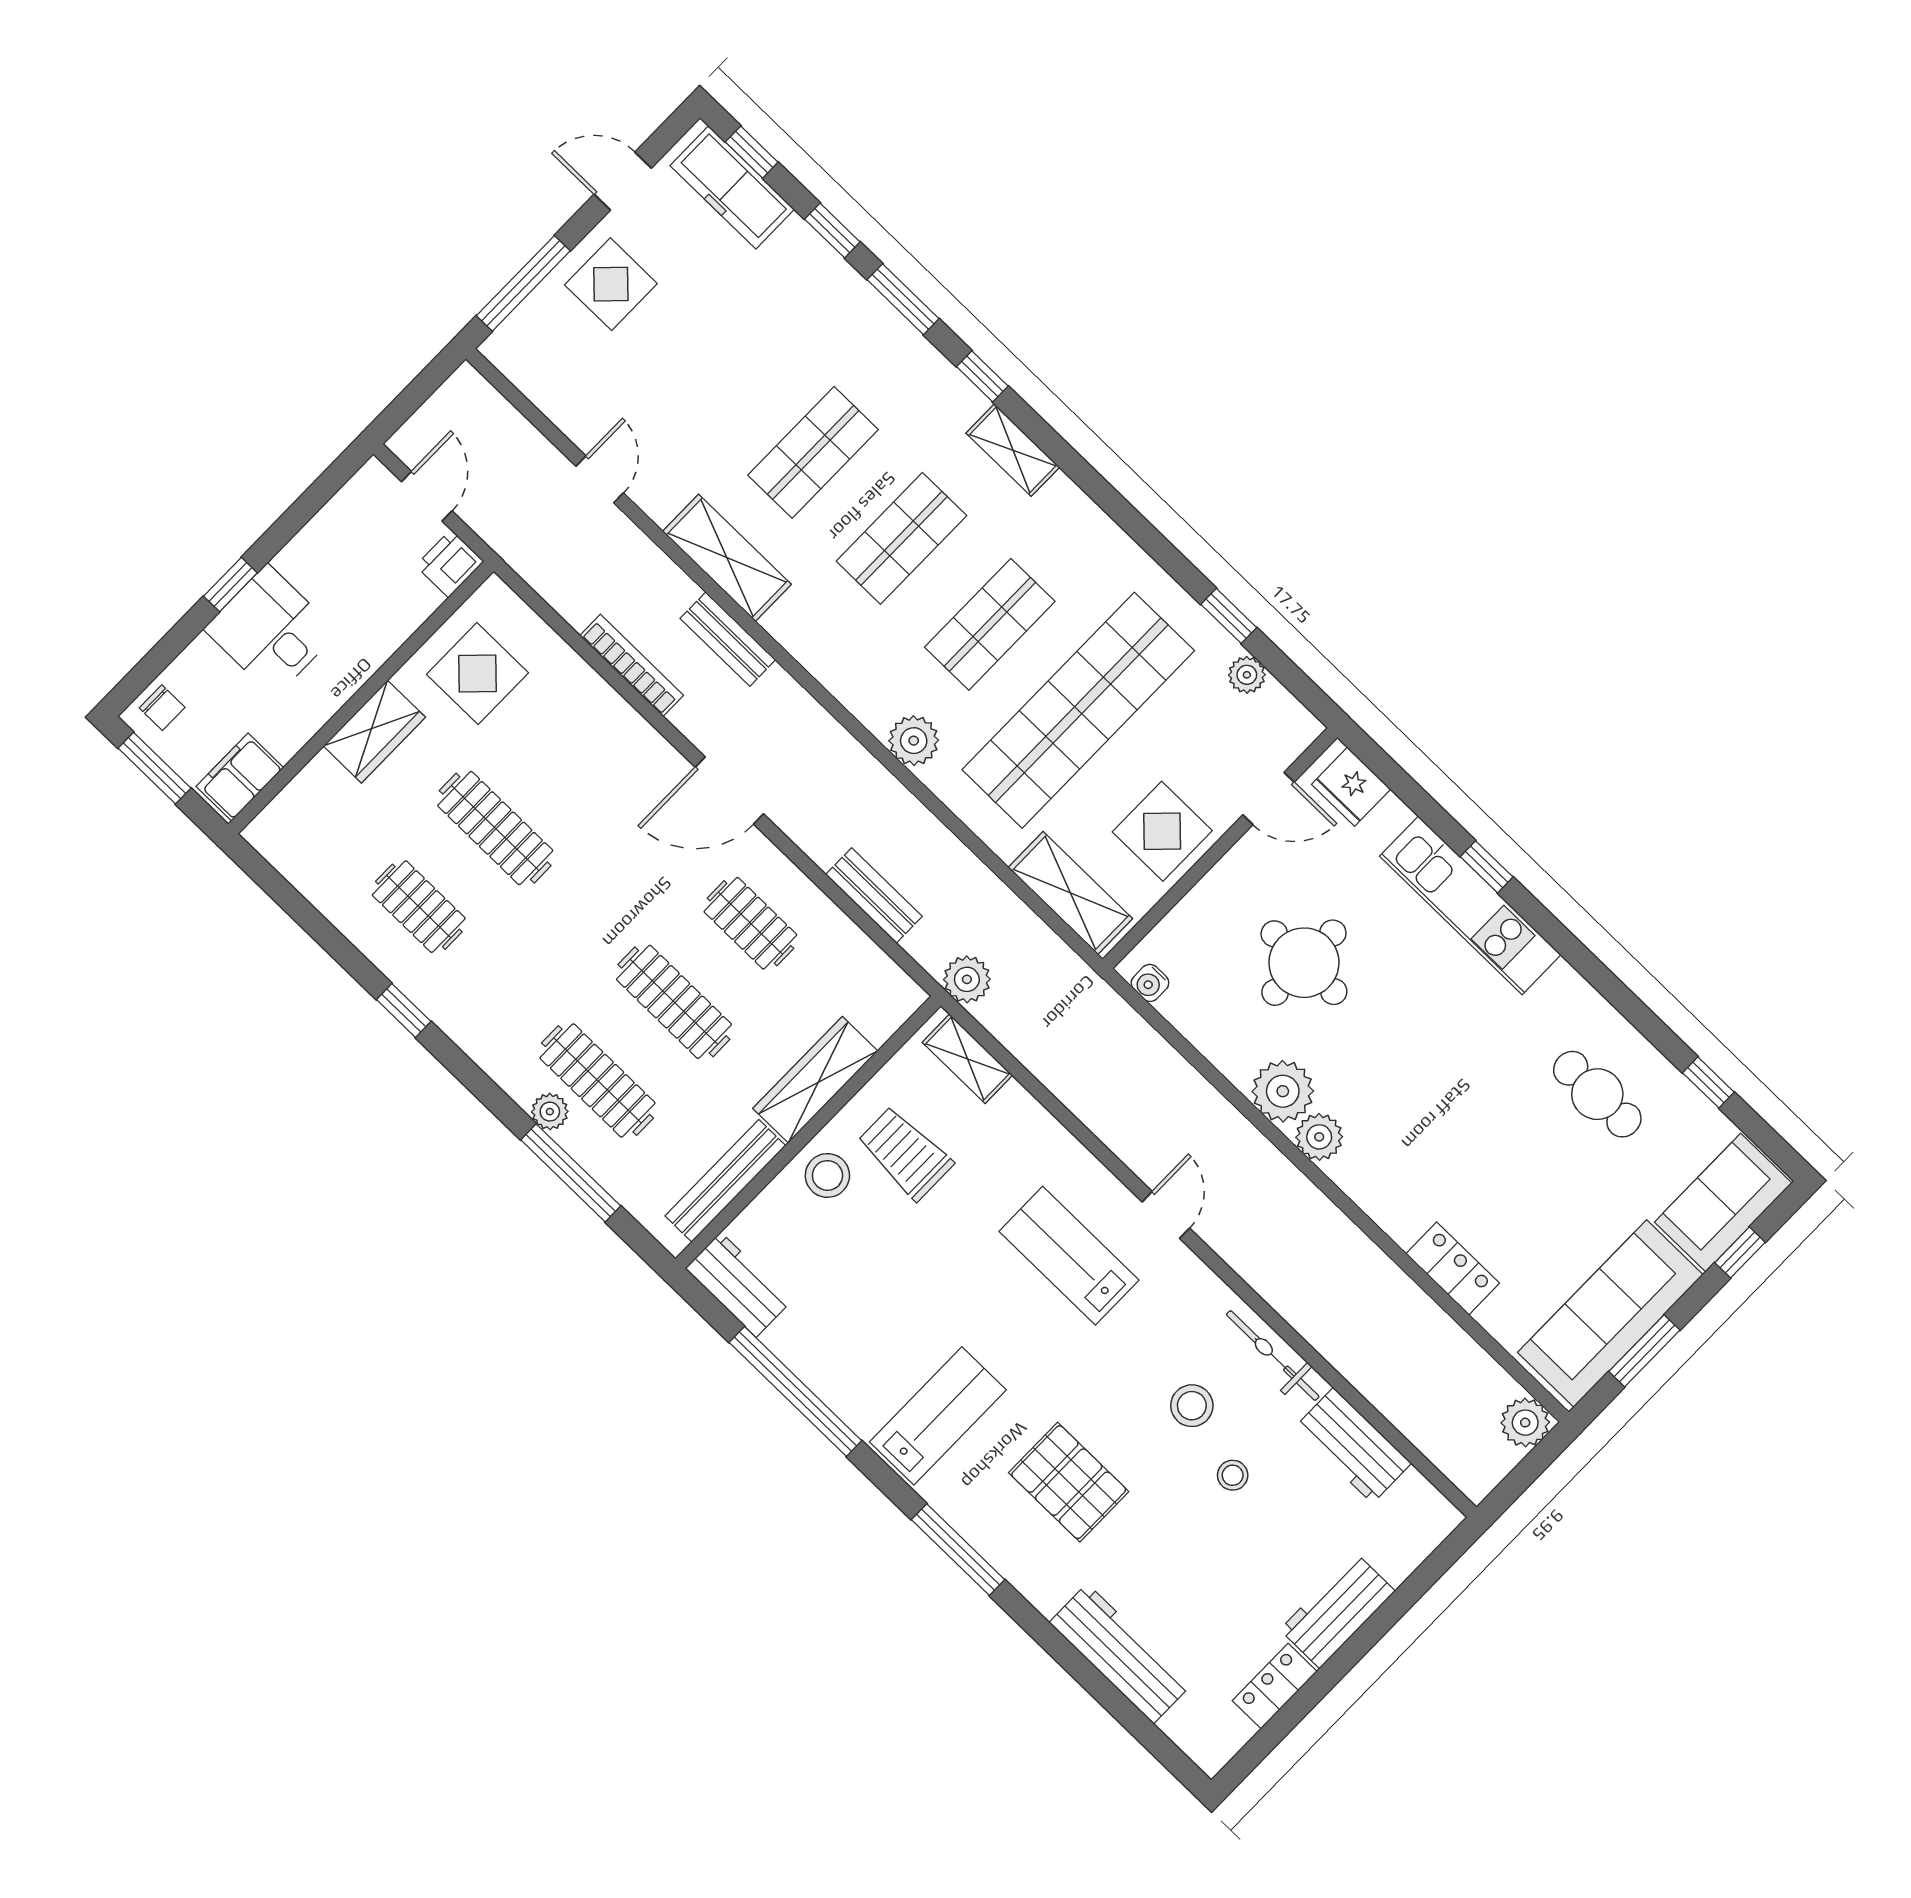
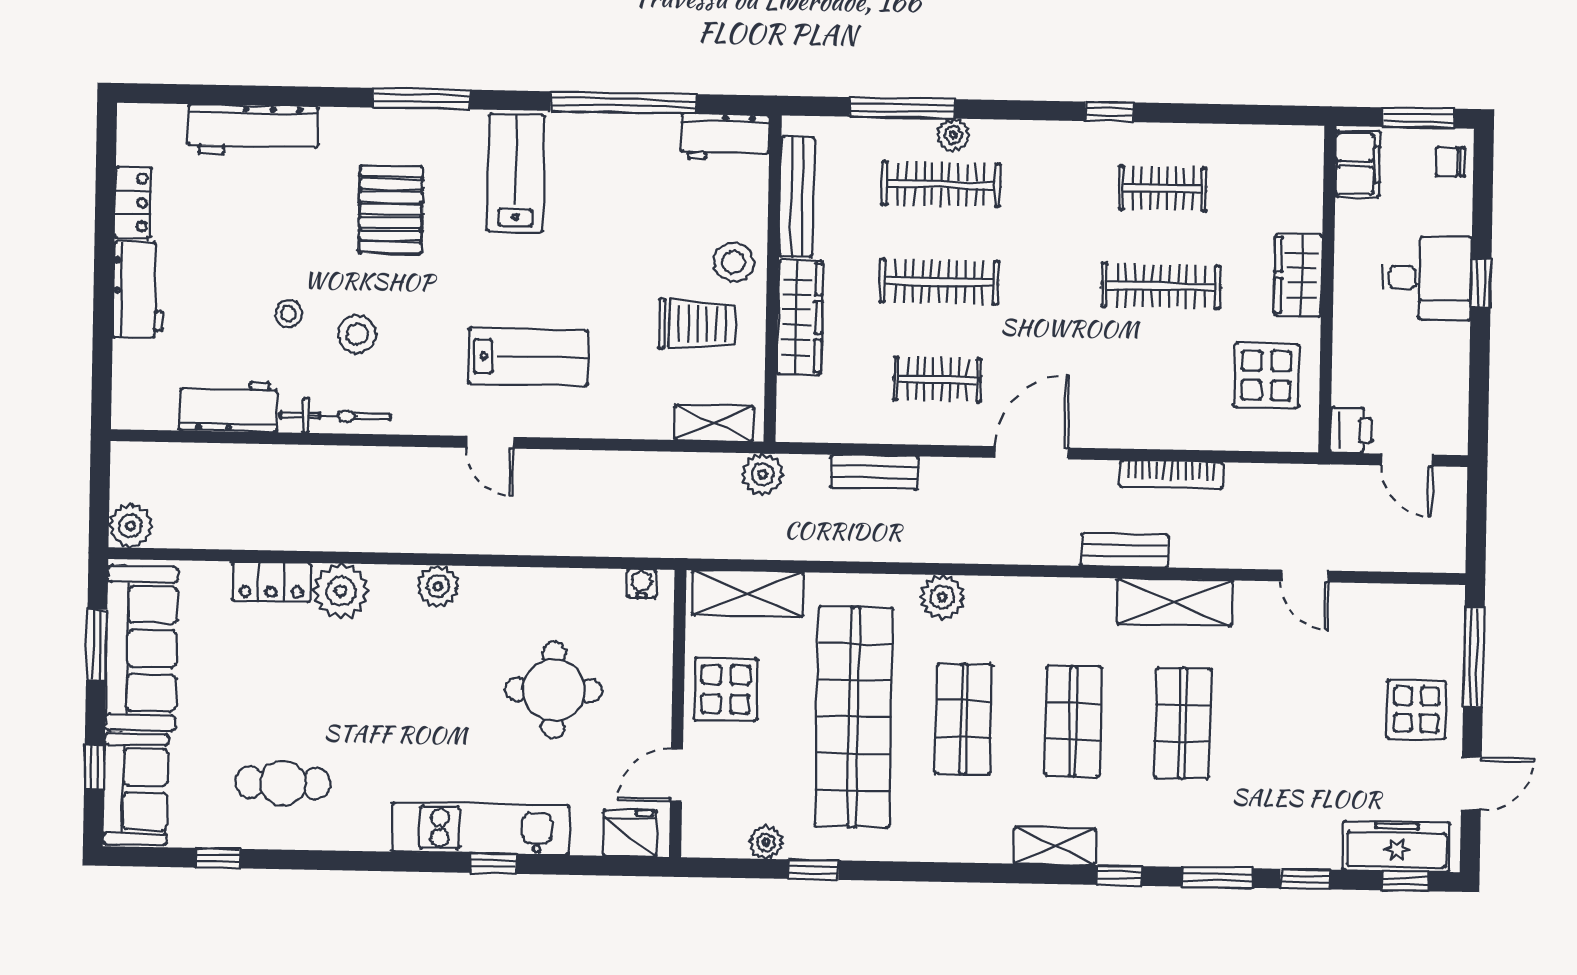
plant: (1283, 1091) -> (341, 591), moved
lab bench: (938, 1416) -> (516, 173), turned 180
pallet: (1069, 1482) -> (391, 210), turned 90

